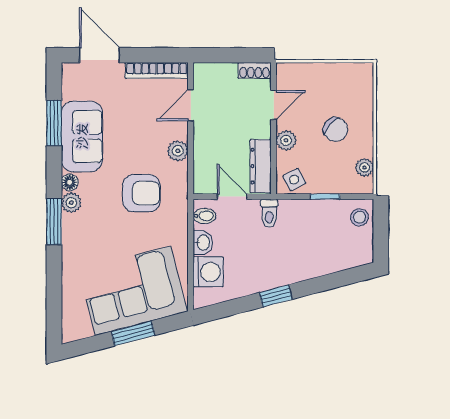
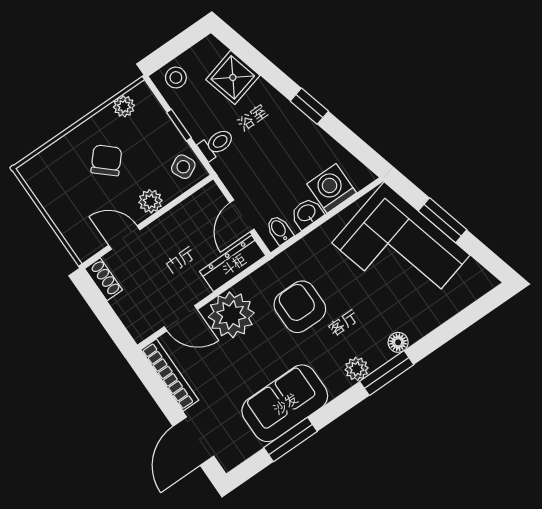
plant: (178, 151) -> (231, 315), width x1.88, depth x1.88
dresser: (261, 166) -> (233, 264), moved, turned 180
floor lamp: (70, 182) -> (398, 342), moved
toilet: (269, 213) -> (216, 144), moved
shower: (332, 257) -> (233, 77), added

